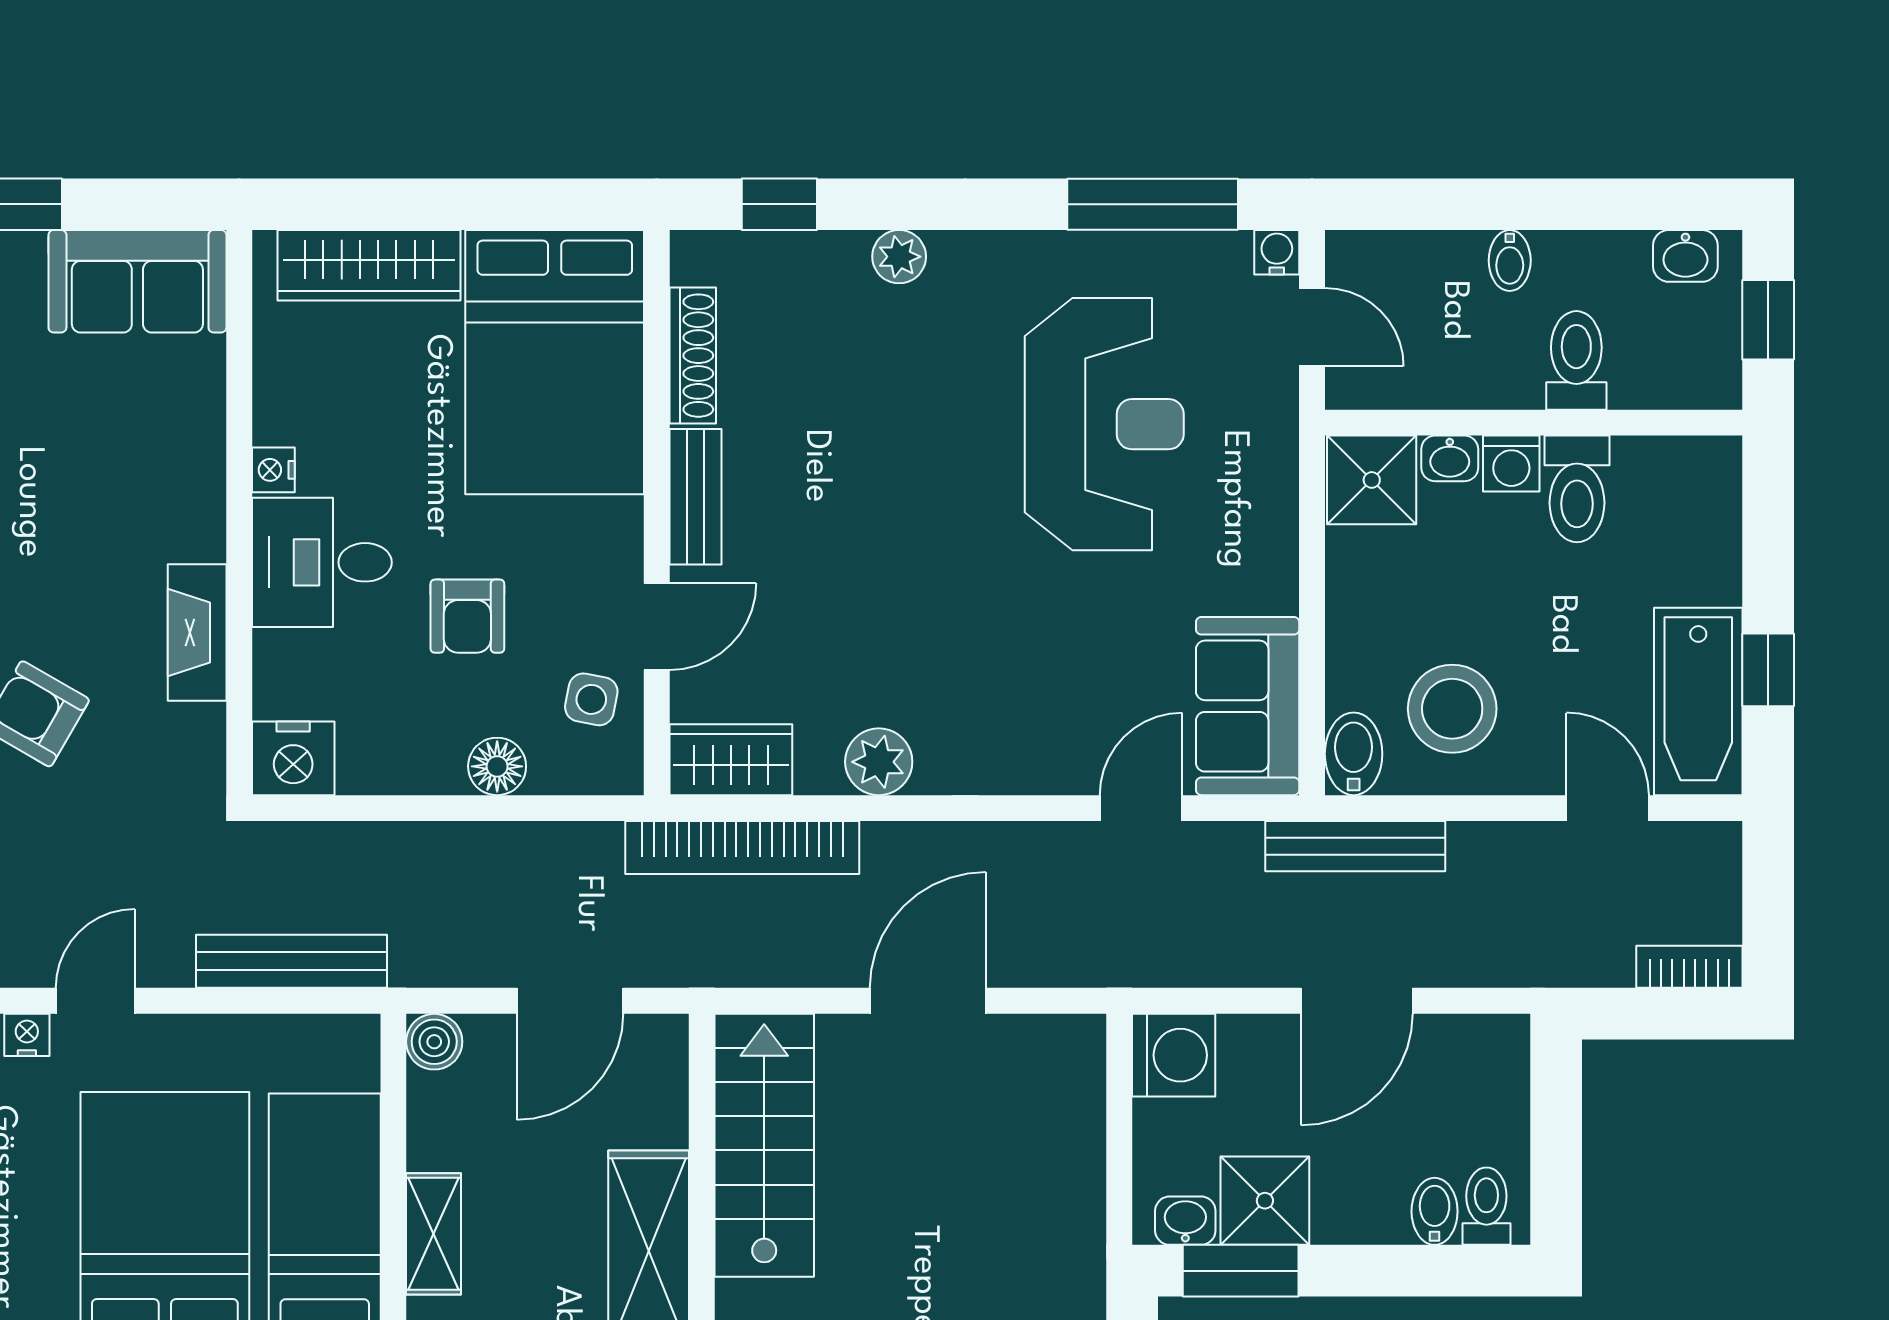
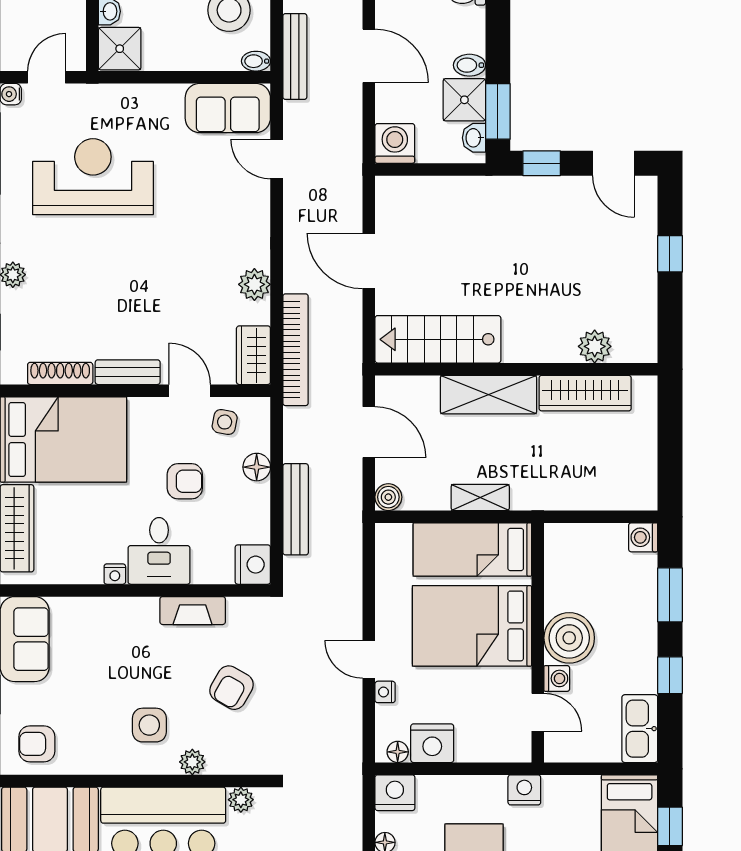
bidet: (1354, 754) -> (256, 61), width x0.72, depth x0.74
bench: (291, 961) -> (296, 509), moved
bidet: (1435, 1211) -> (469, 65), moved

